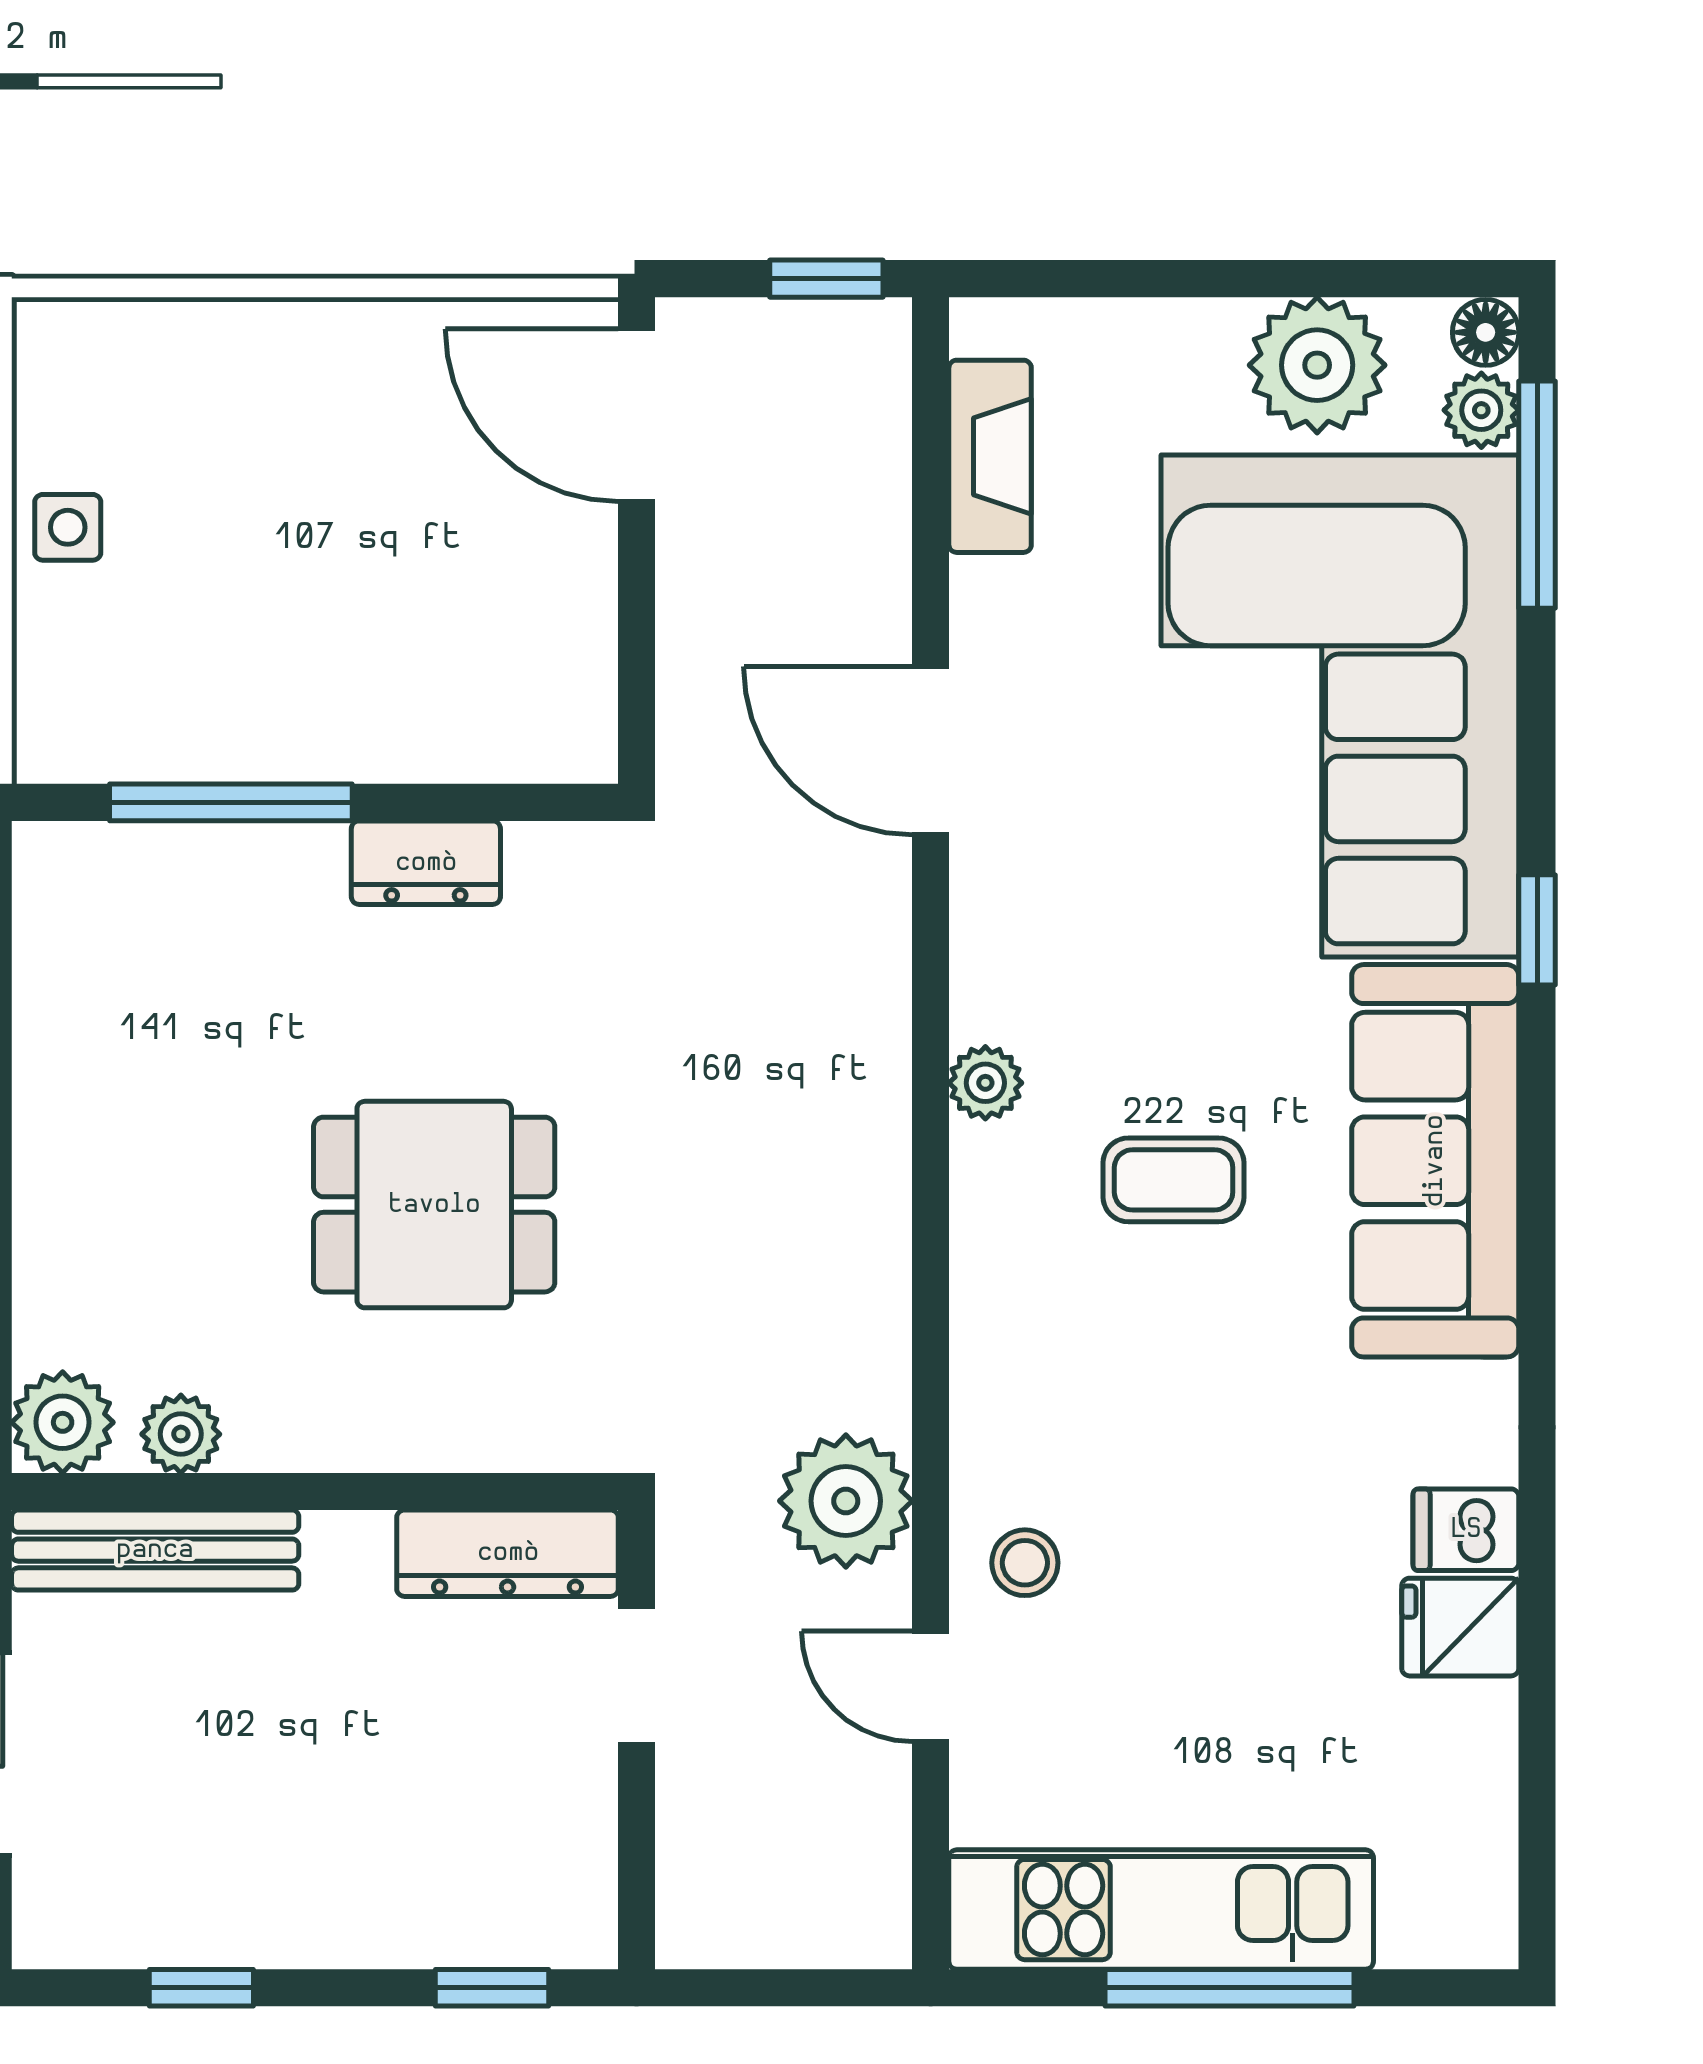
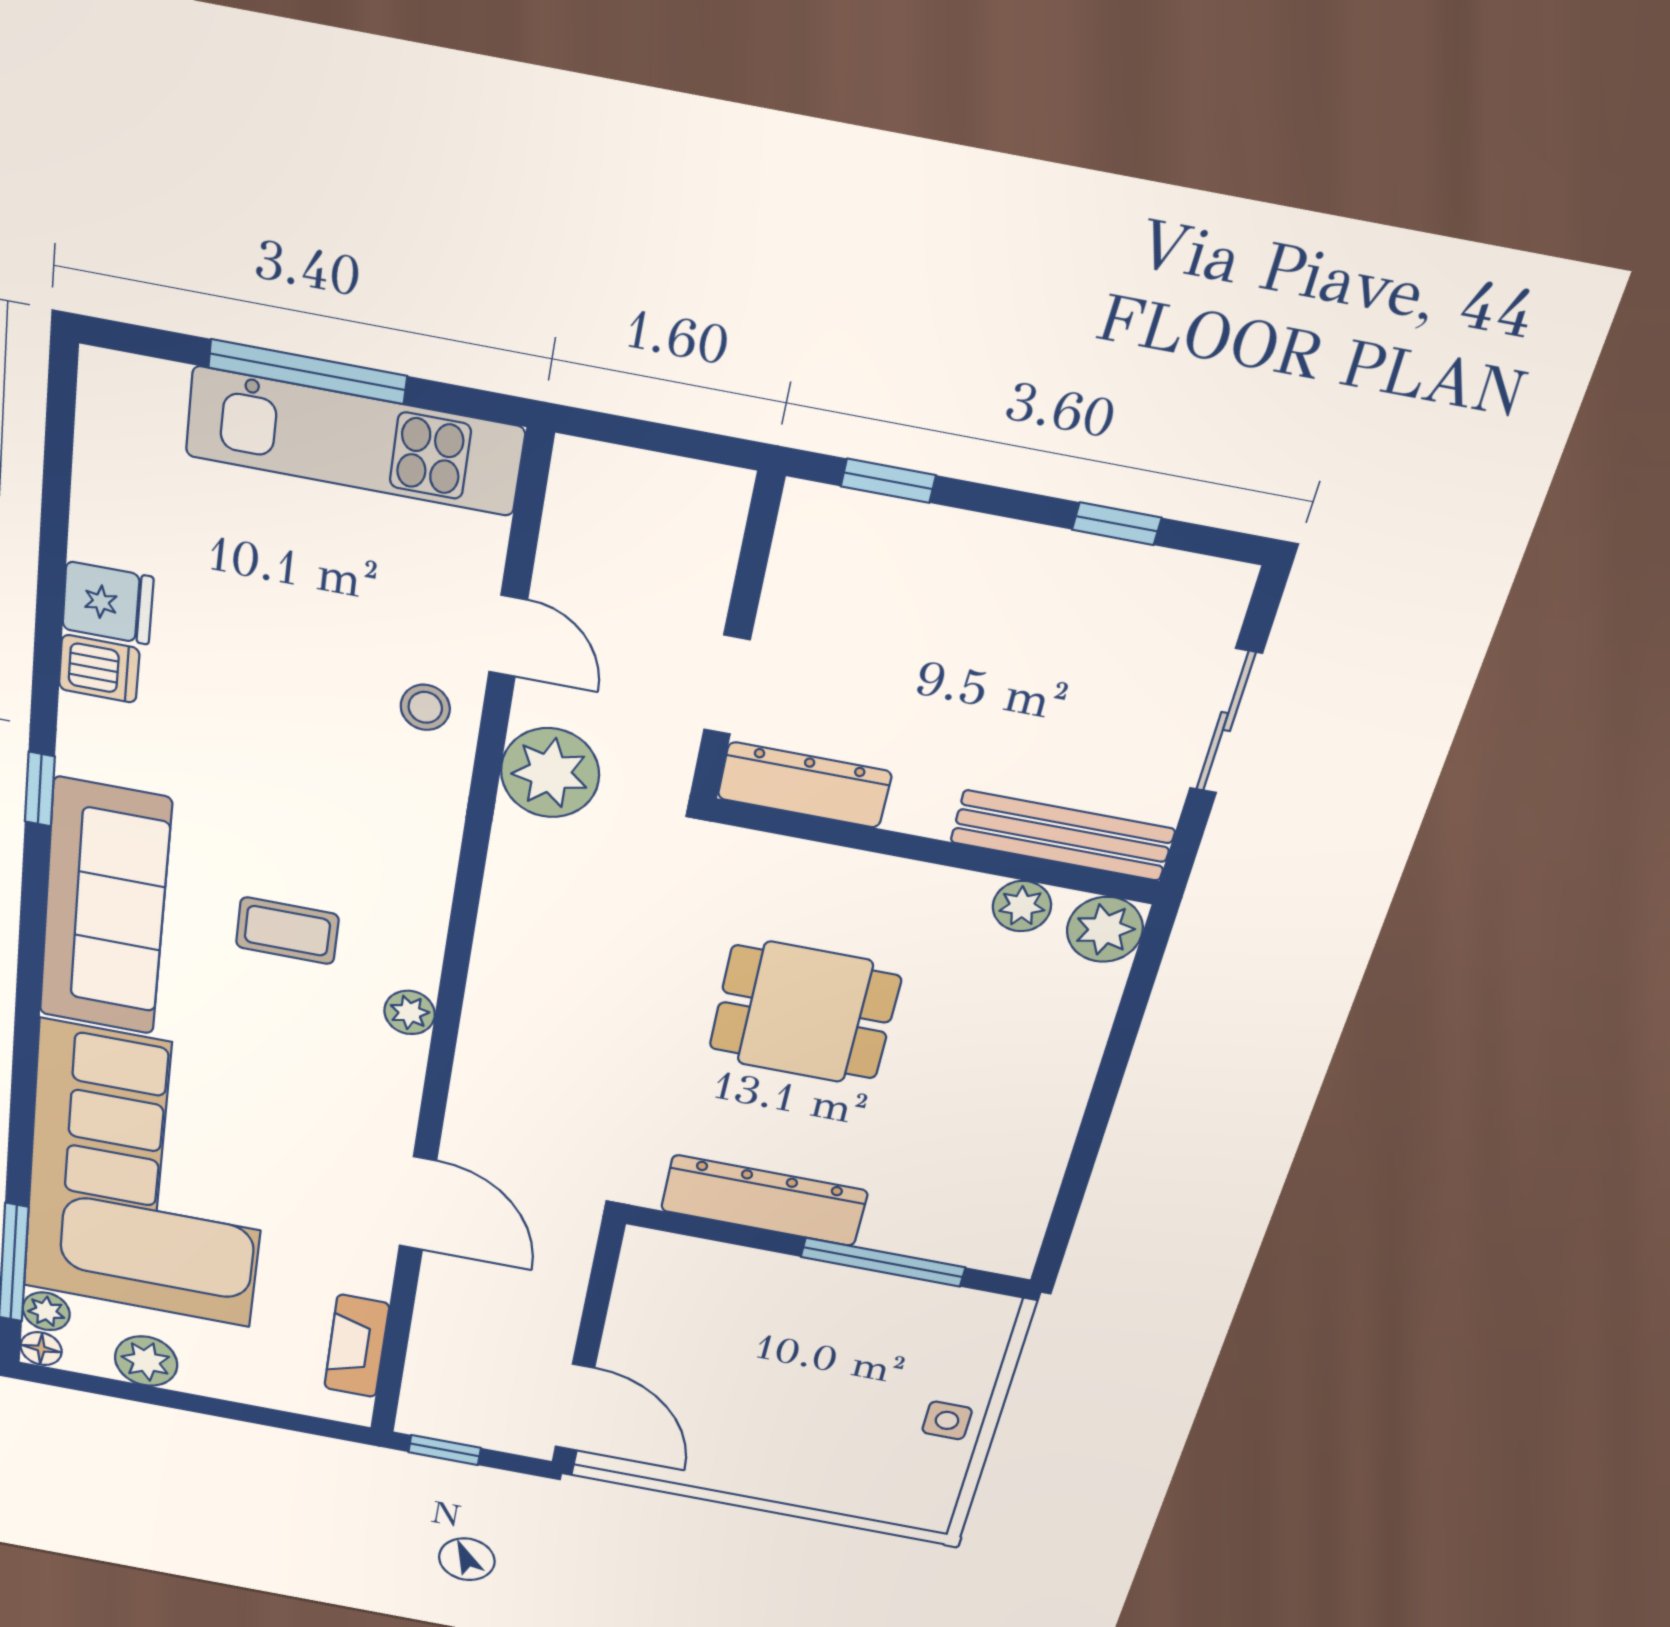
plant: (1317, 365) -> (146, 1361), width x0.73, depth x0.73
dresser: (426, 863) -> (764, 1201), width x1.96, depth x1.24
window: (1537, 930) -> (40, 789), moved

